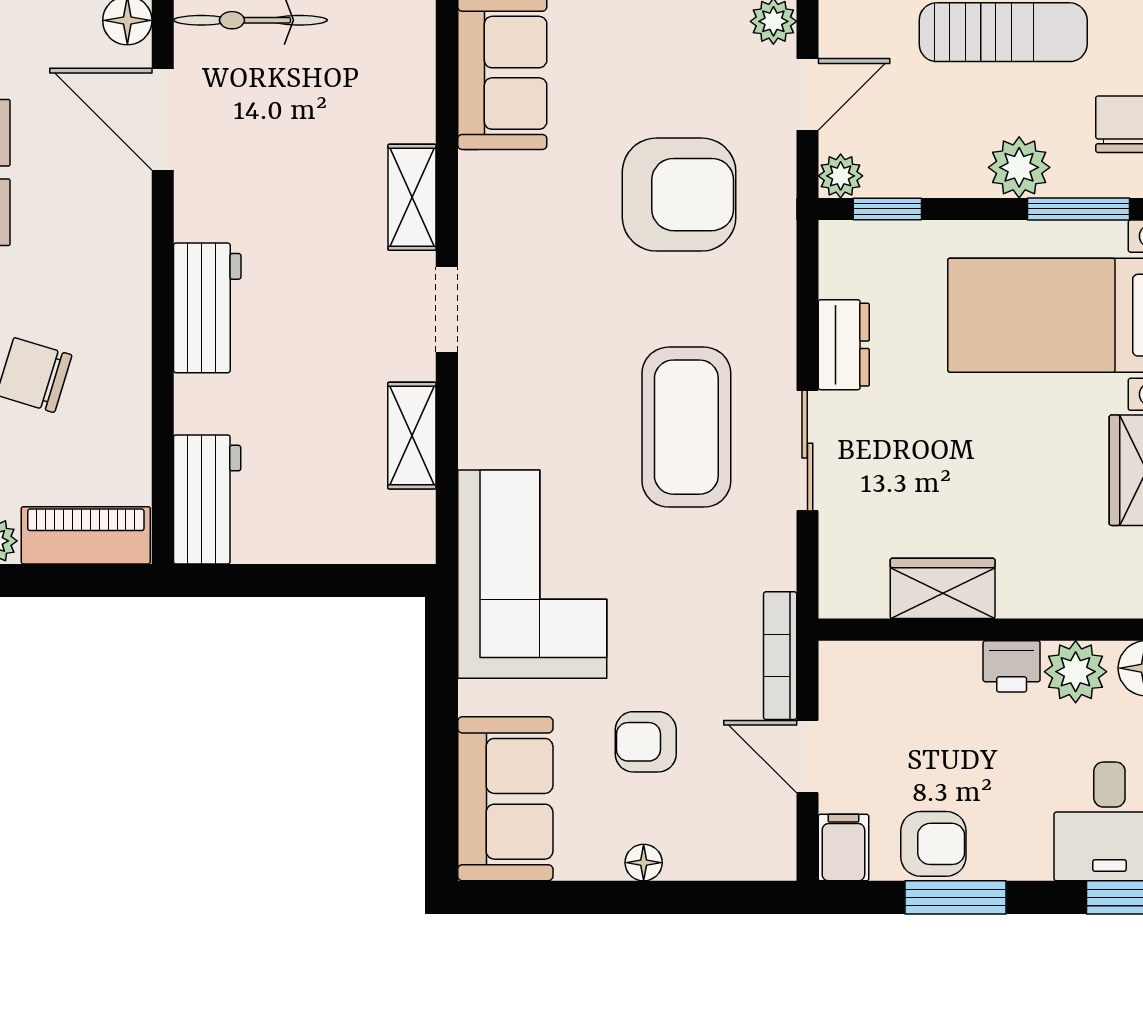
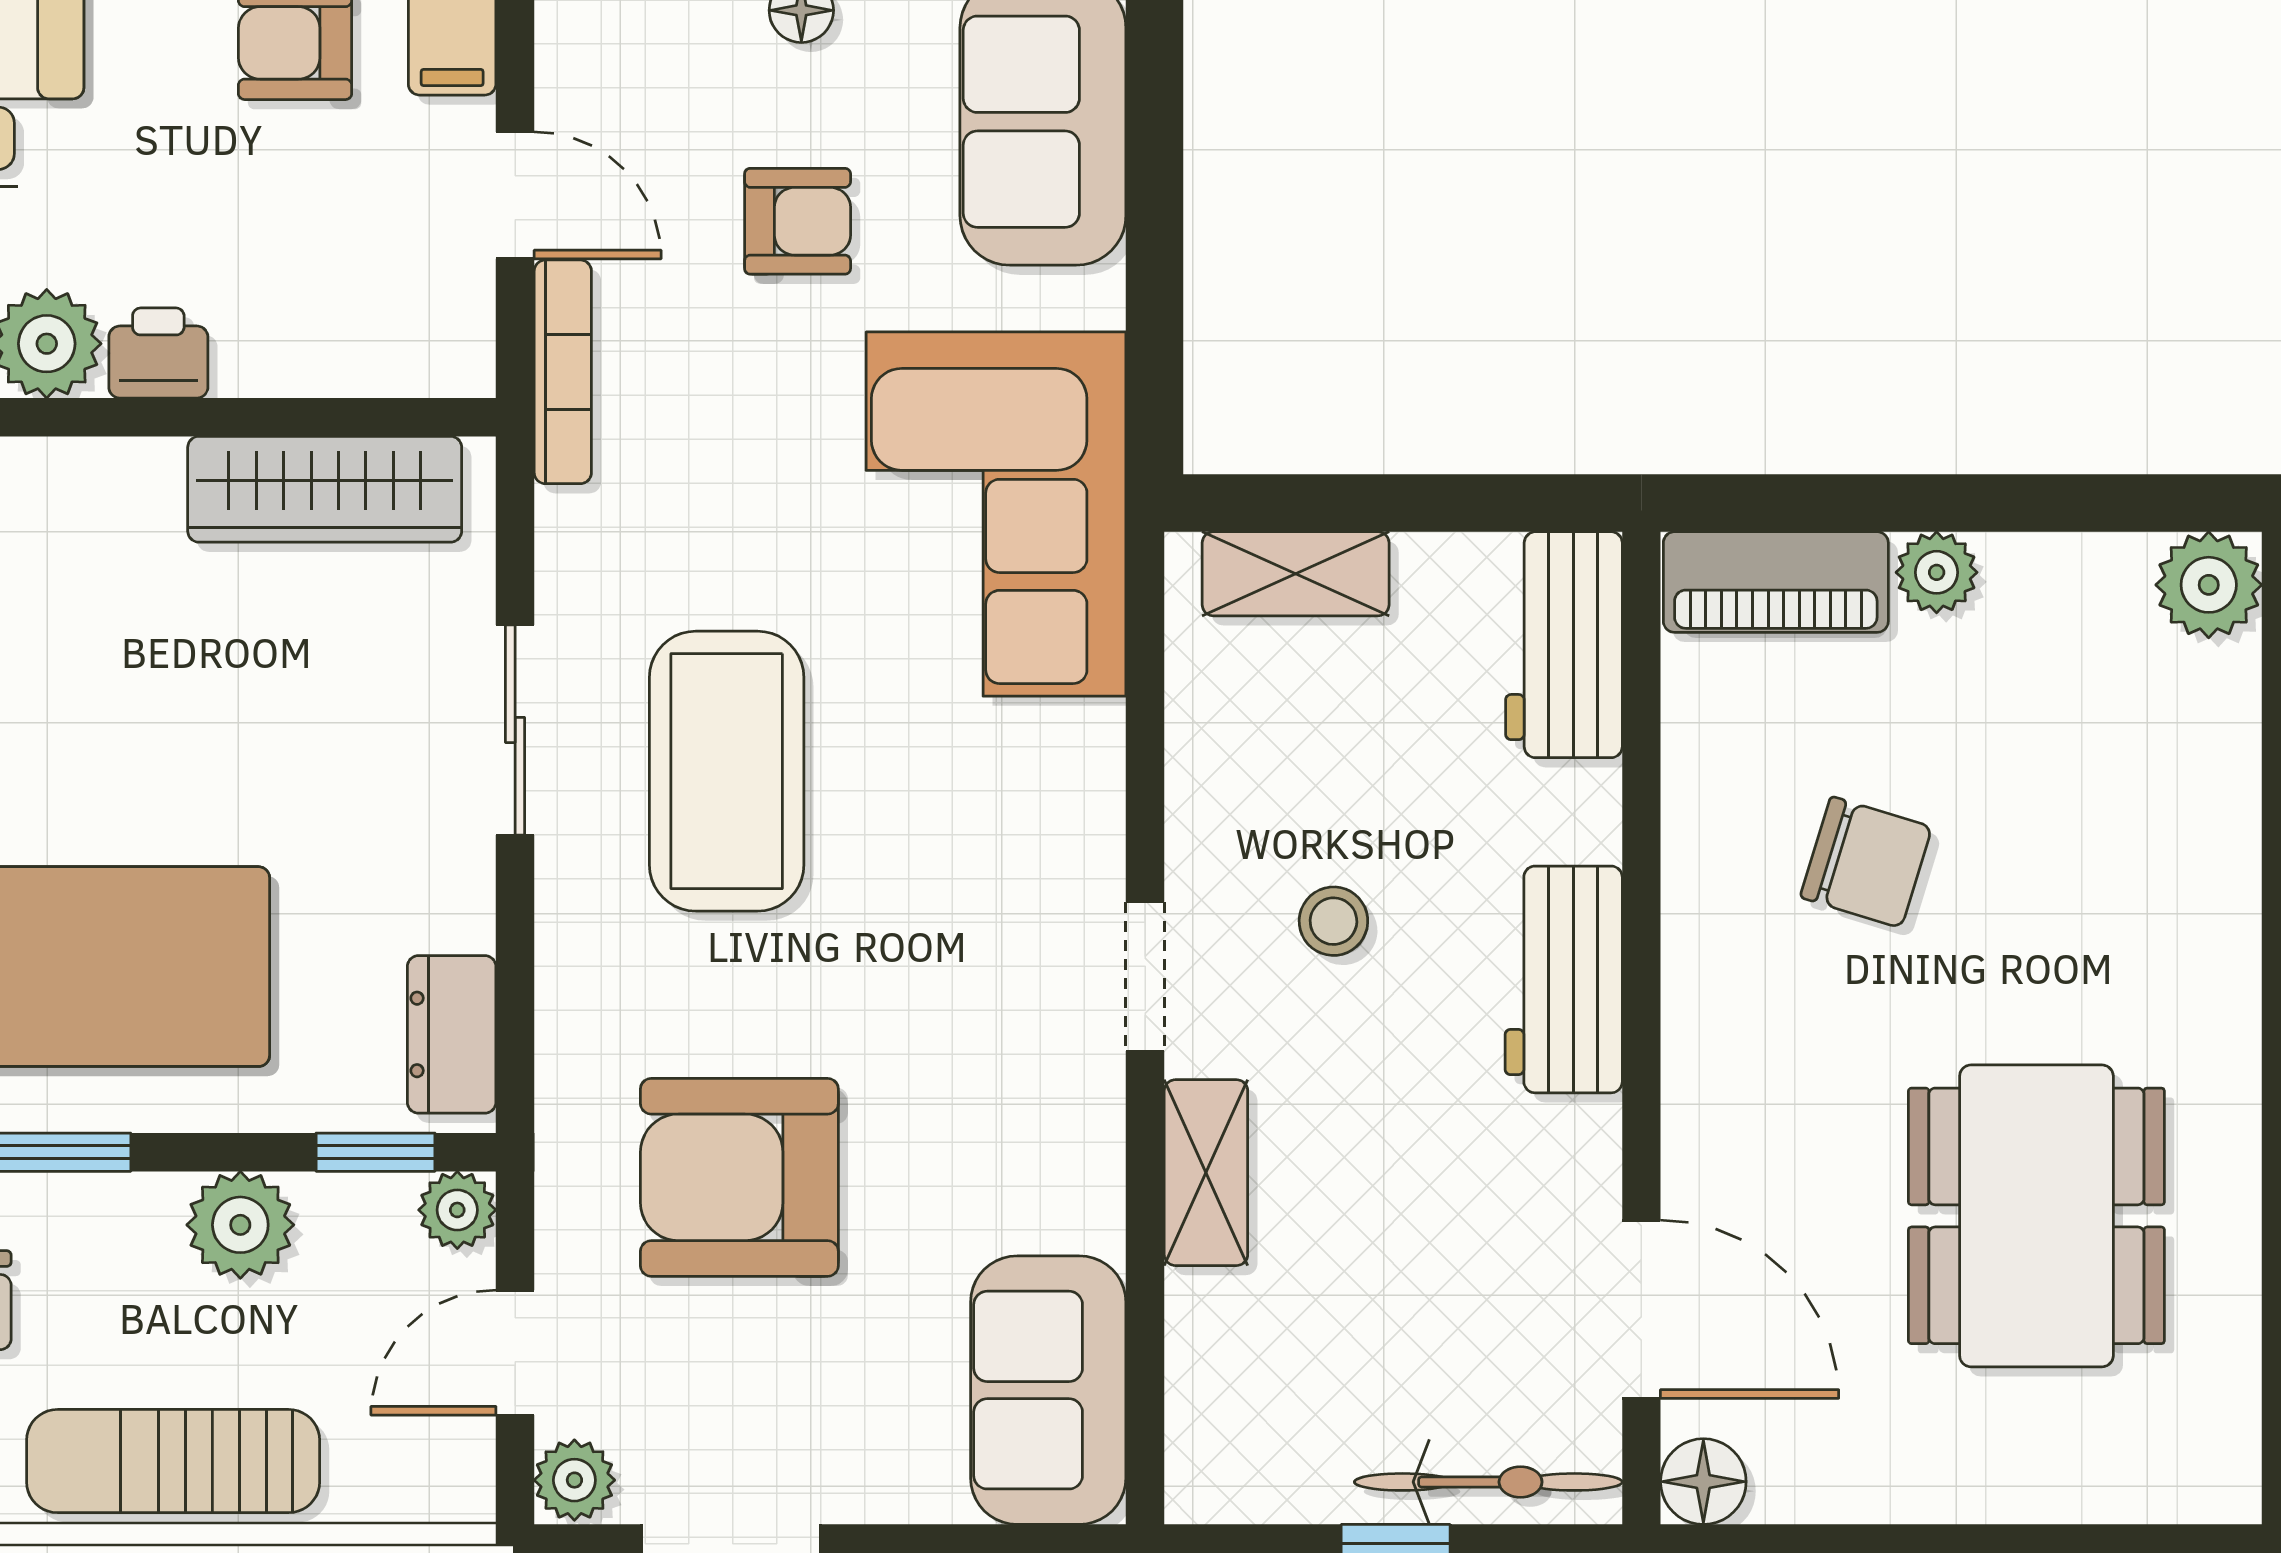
plant: (1019, 167) -> (240, 1225), moved
stool: (339, 341) -> (1333, 921), added
dresser: (844, 345) -> (452, 1034), moved
shelving: (412, 436) -> (1296, 574), moved, turned 90
wardrobe: (943, 588) -> (325, 489), width x1.50

